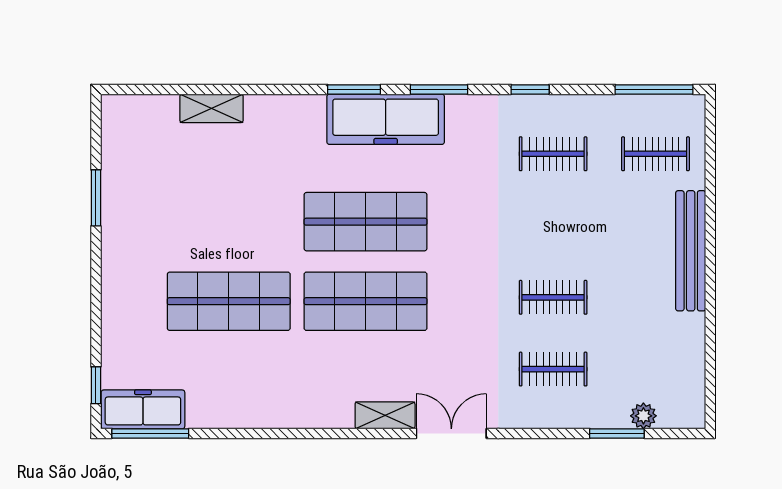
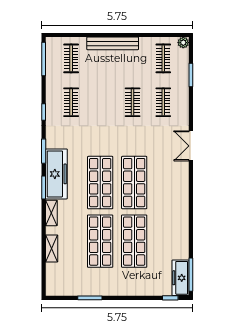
shop shelf: (229, 222) -> (100, 241), added
clothes rail: (655, 369) -> (163, 58), added
shelving: (385, 415) -> (51, 213), moved
plant: (643, 416) -> (183, 43), moved

